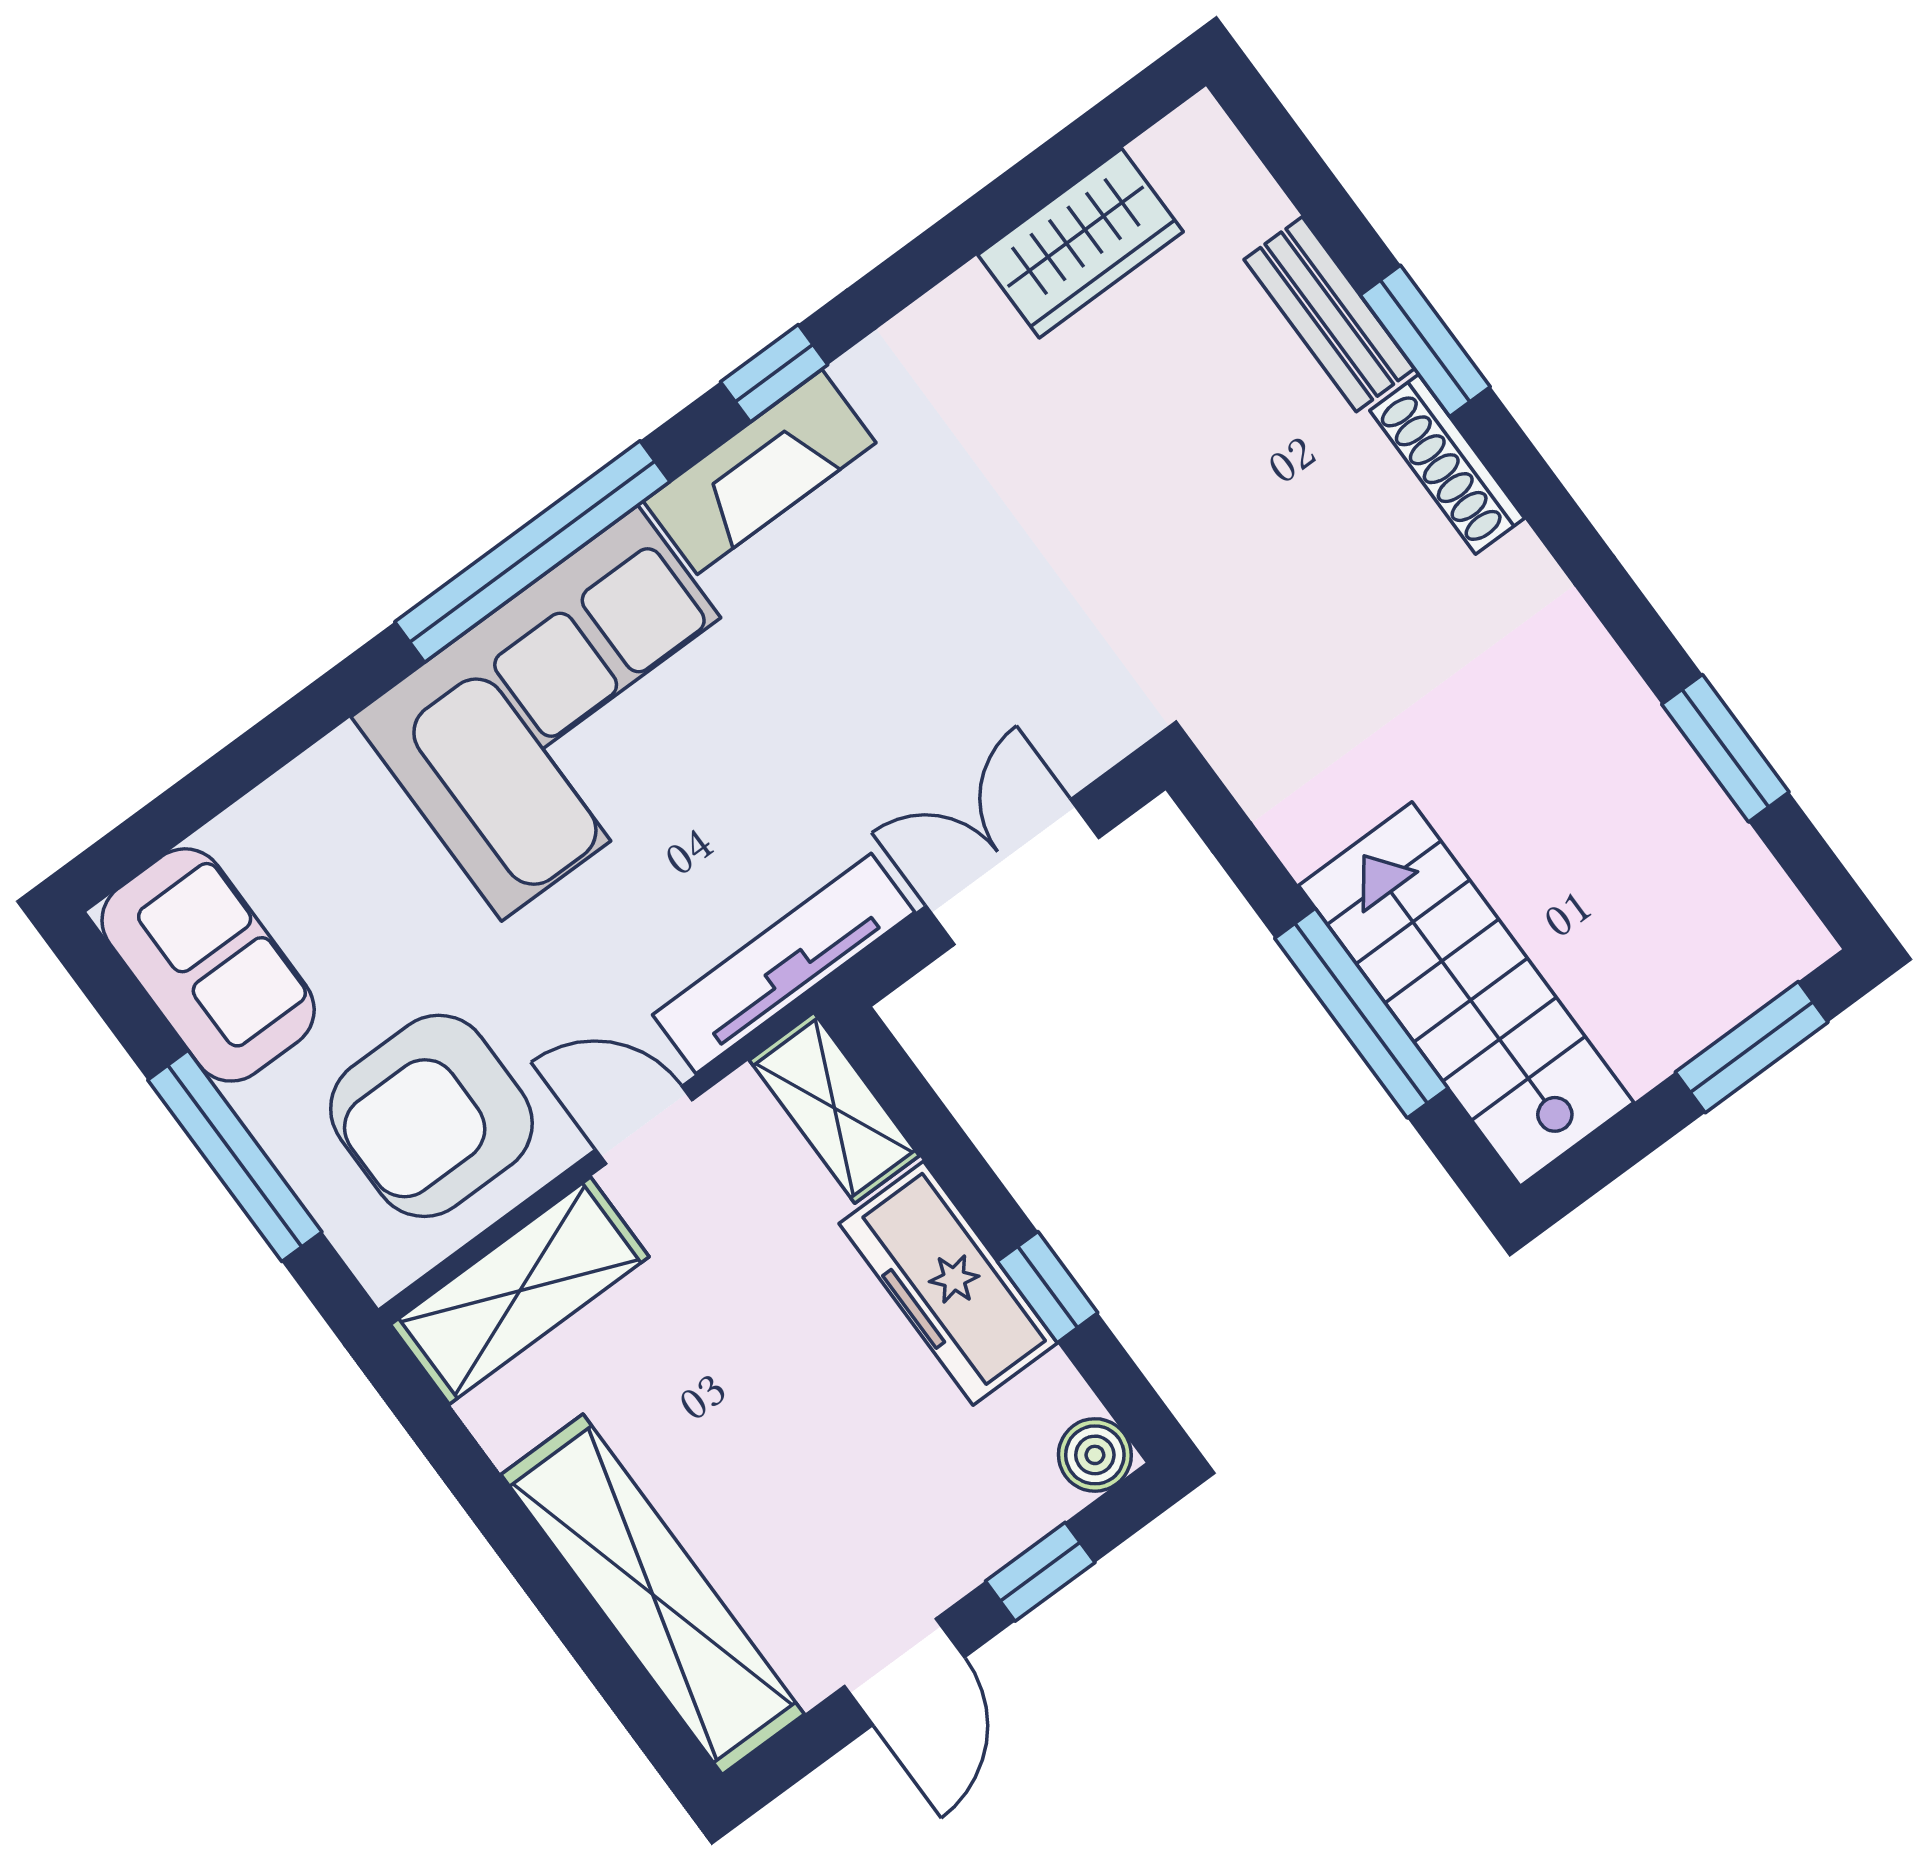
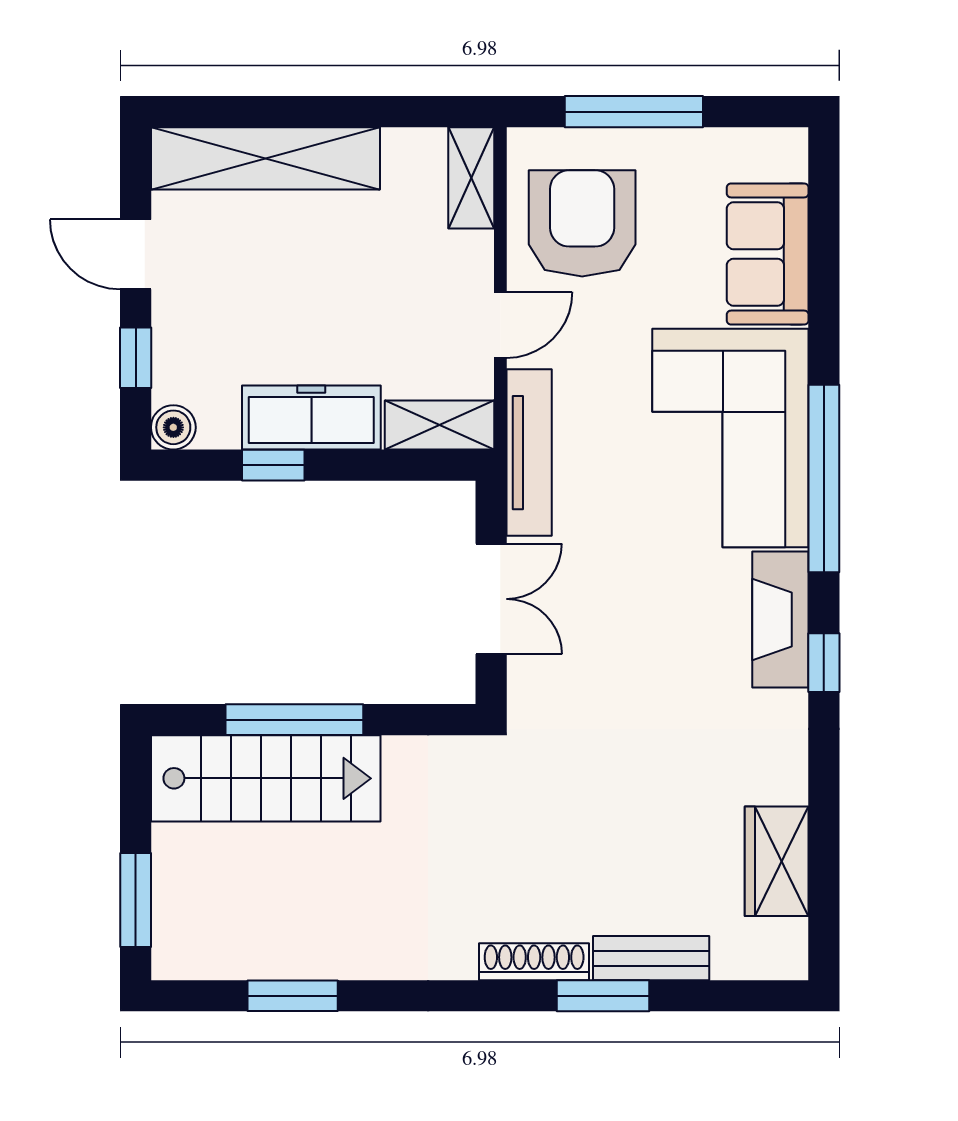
sofa: (208, 965) -> (768, 254), moved, turned 90
shelving: (520, 1291) -> (471, 178), width x0.67, depth x0.75

